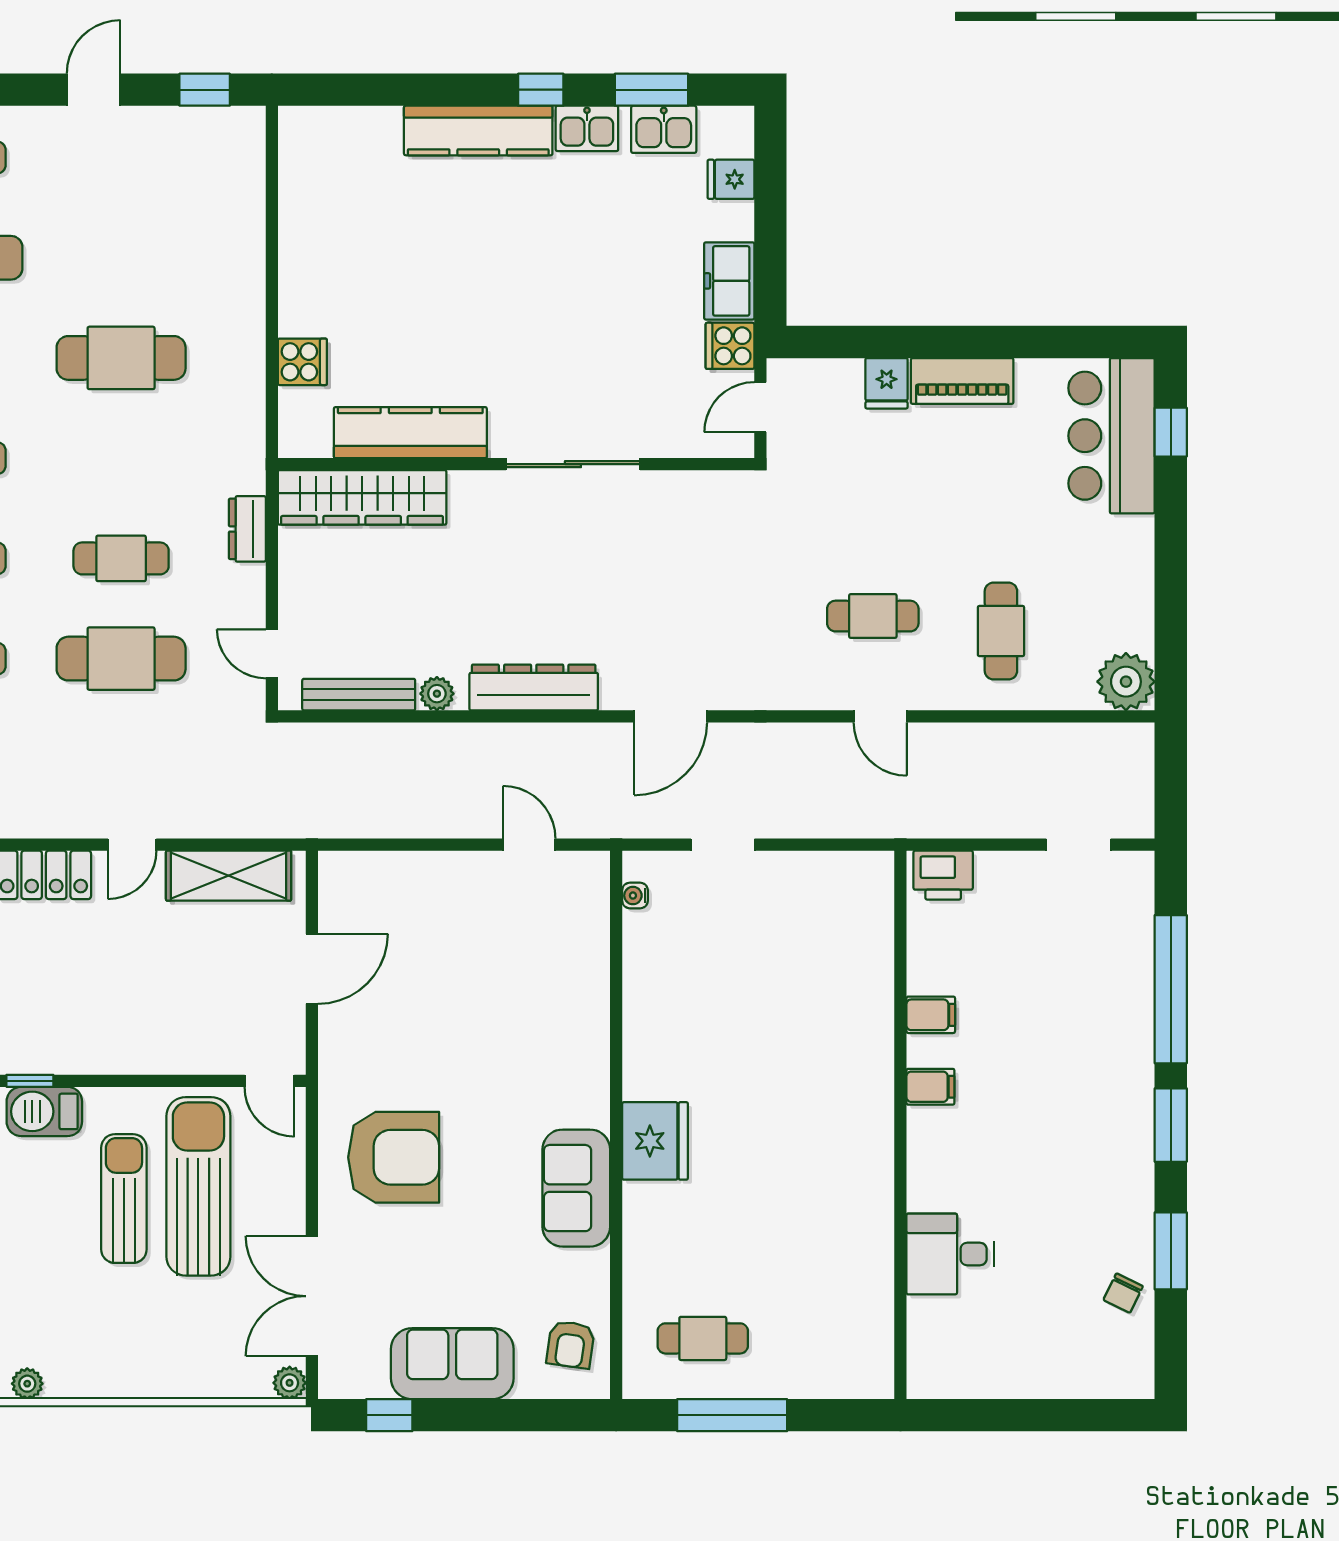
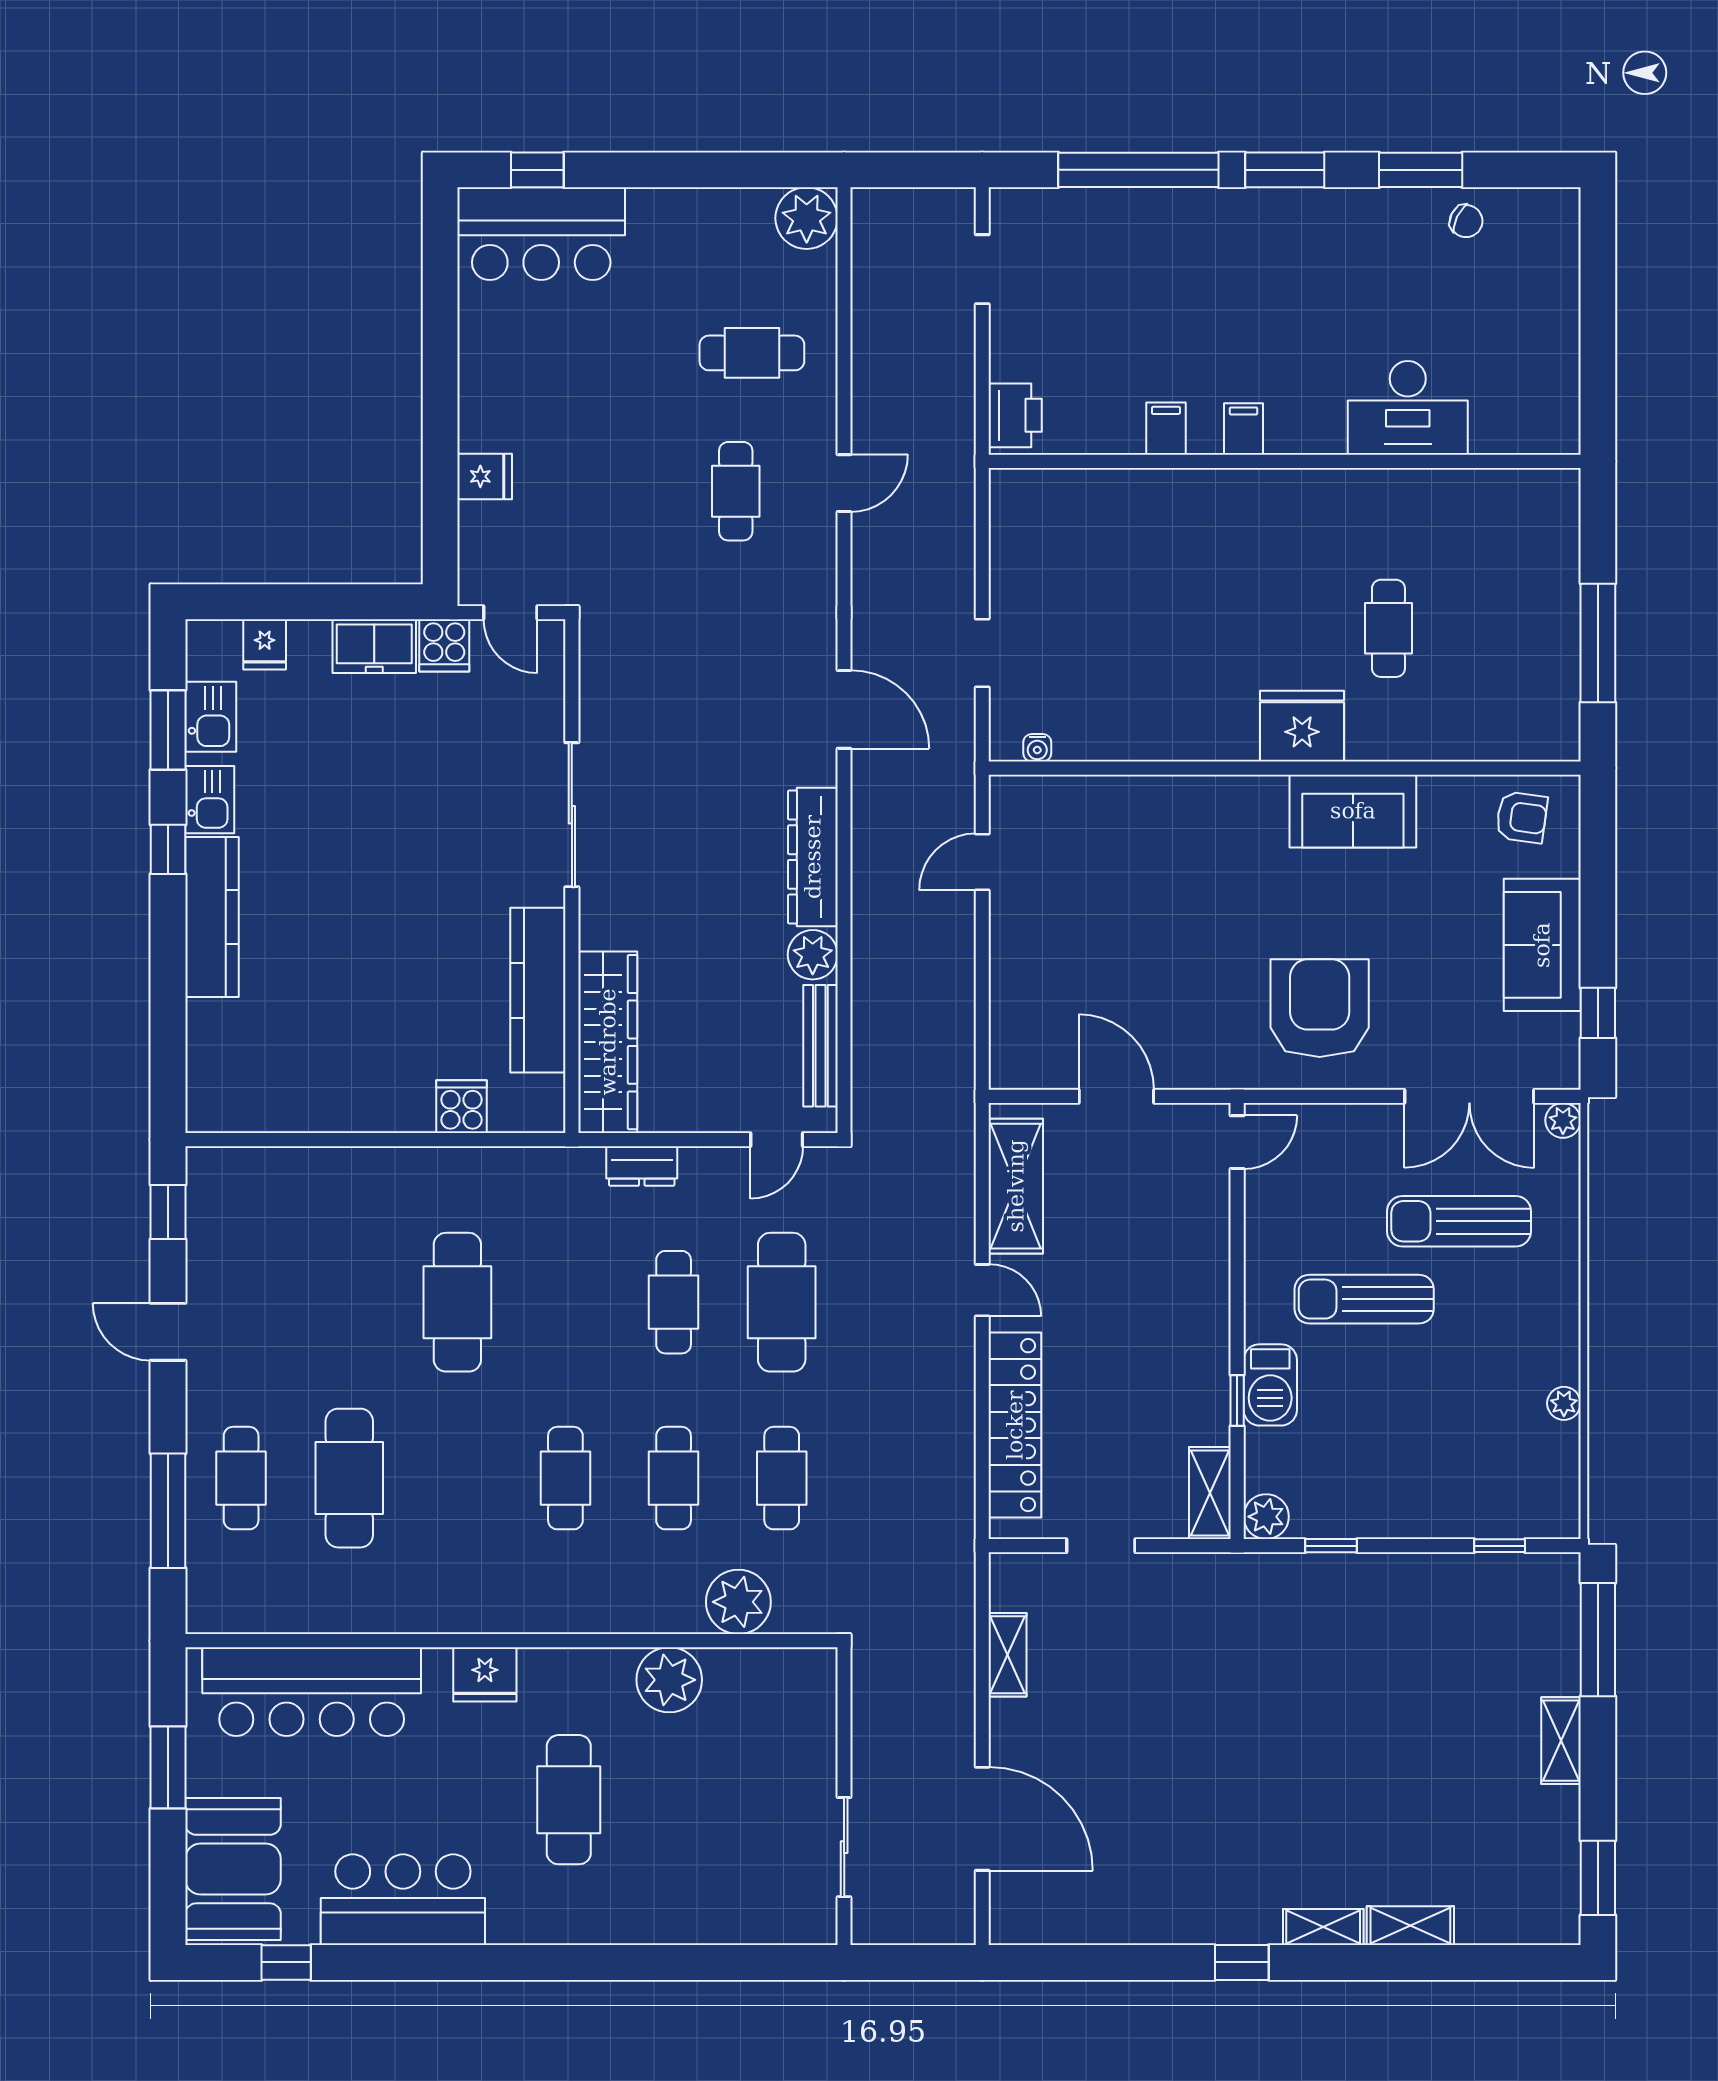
piano: (962, 381) -> (482, 395), removed
plant: (437, 694) -> (813, 955), width x1.38, depth x1.38
sun lounger: (198, 1186) -> (1459, 1221), moved, width x0.73, depth x0.75
desk: (950, 1254) -> (1408, 408), width x1.37
cafe table: (703, 1338) -> (1388, 628), moved

